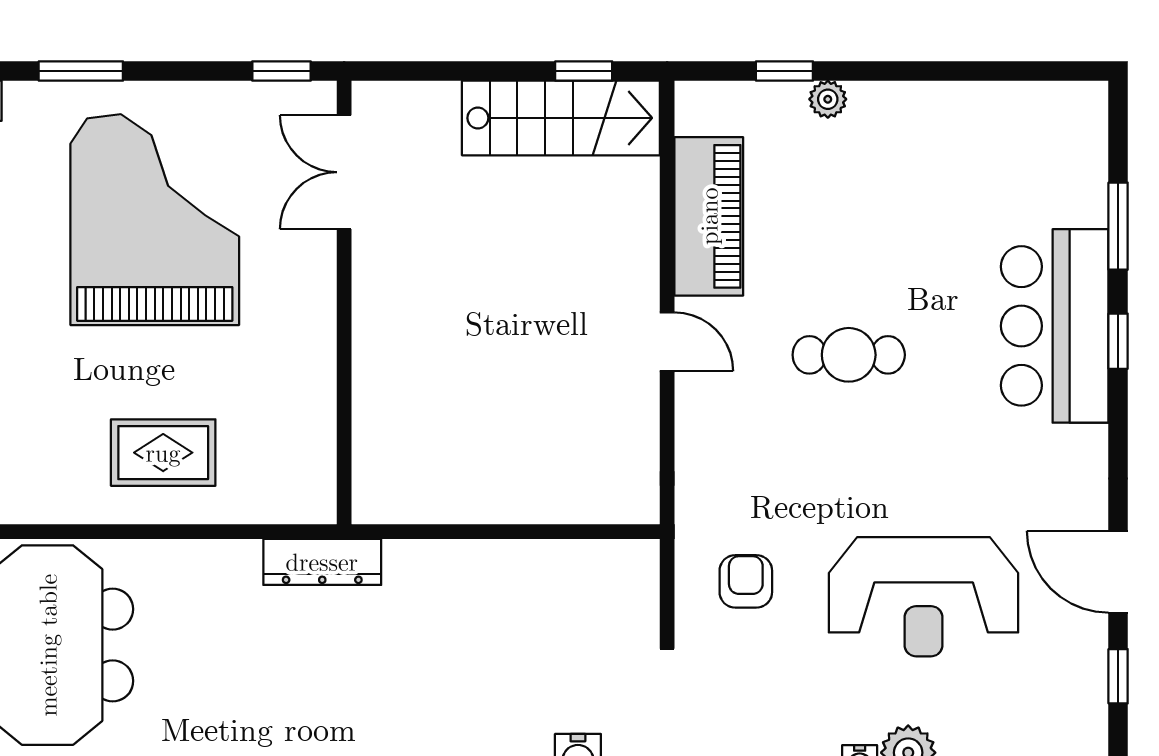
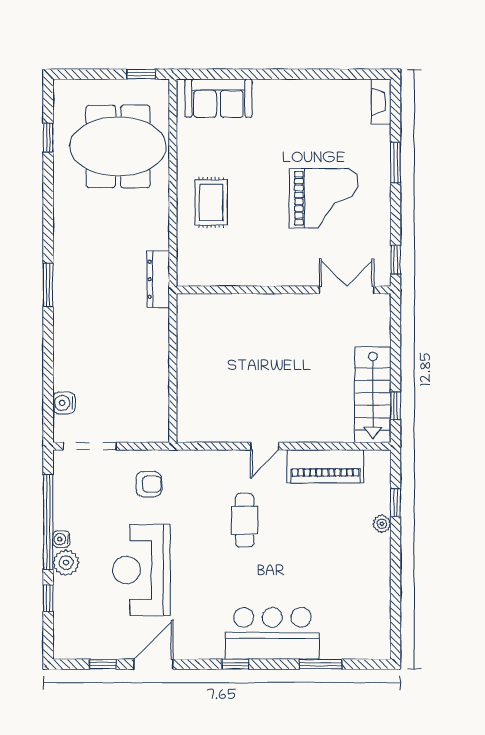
grand piano: (155, 220) -> (324, 198), width x0.73, depth x0.68
window: (1118, 341) -> (235, 664), moved
cafe table: (849, 355) -> (245, 520), moved

